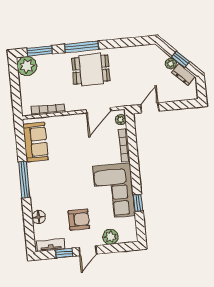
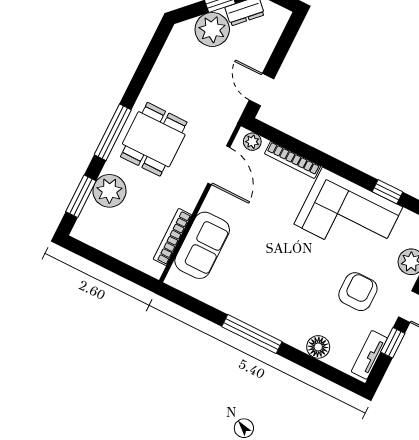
plant: (171, 64) -> (212, 29), width x1.87, depth x1.87
plant: (27, 66) -> (109, 191), moved
sofa: (36, 142) -> (202, 245), moved, turned 90

